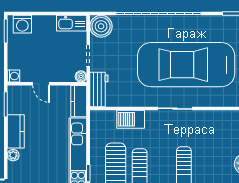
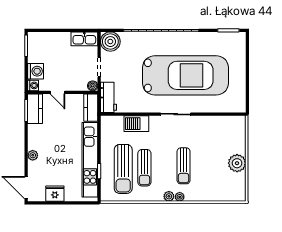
washing machine: (22, 24) -> (35, 71), moved, turned -90
car: (186, 65) -> (185, 75), turned 180
kitchen counter: (16, 131) -> (35, 109), moved

